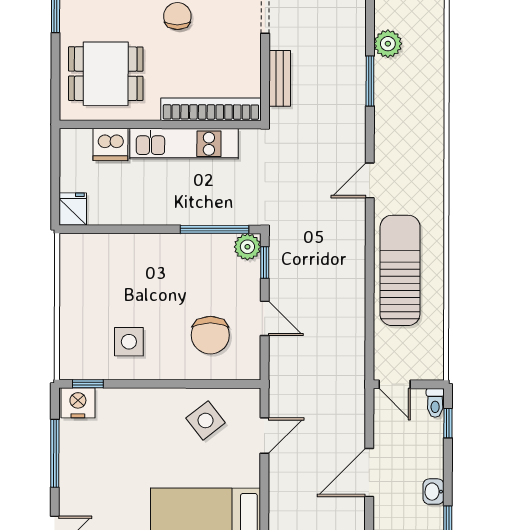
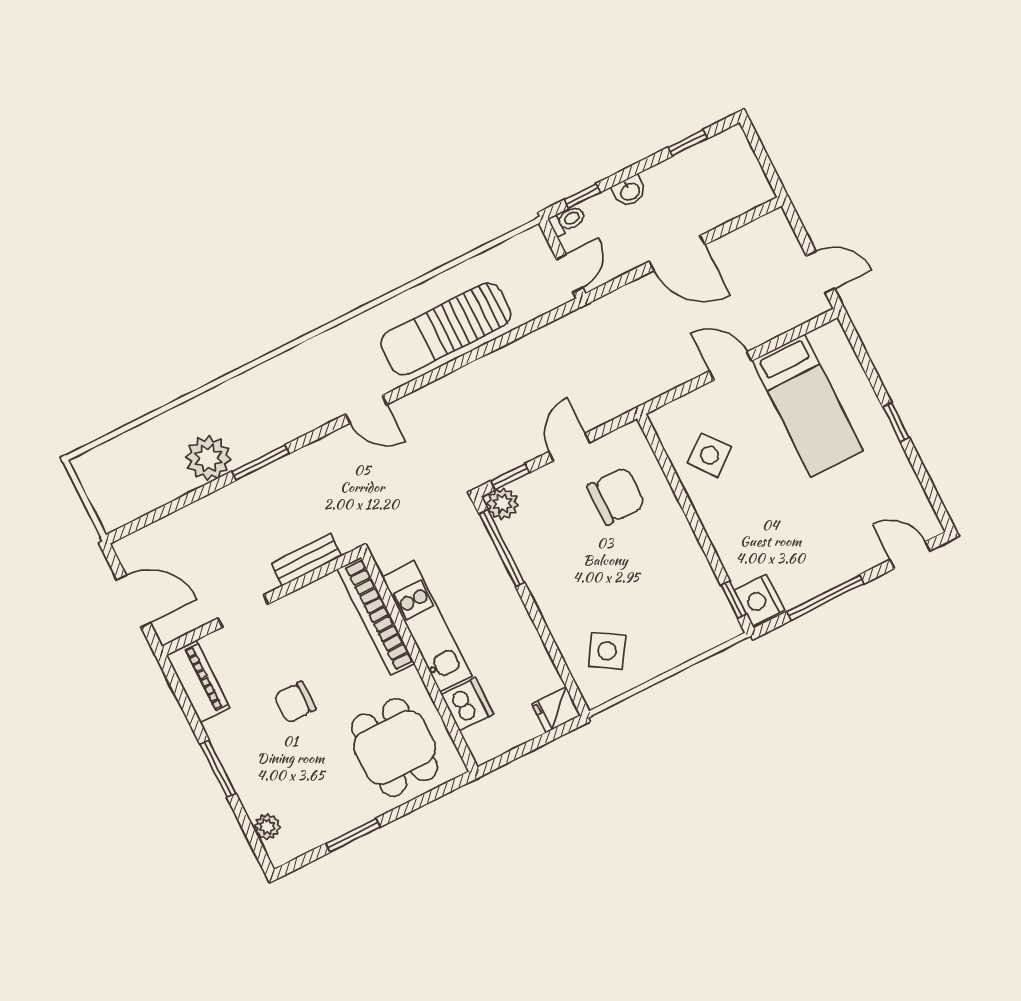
plant: (388, 44) -> (208, 458), width x1.36, depth x1.36
side table: (129, 342) -> (607, 651), moved, turned 32
door: (264, 436) -> (730, 366), moved
washbasin: (433, 492) -> (630, 191), moved

